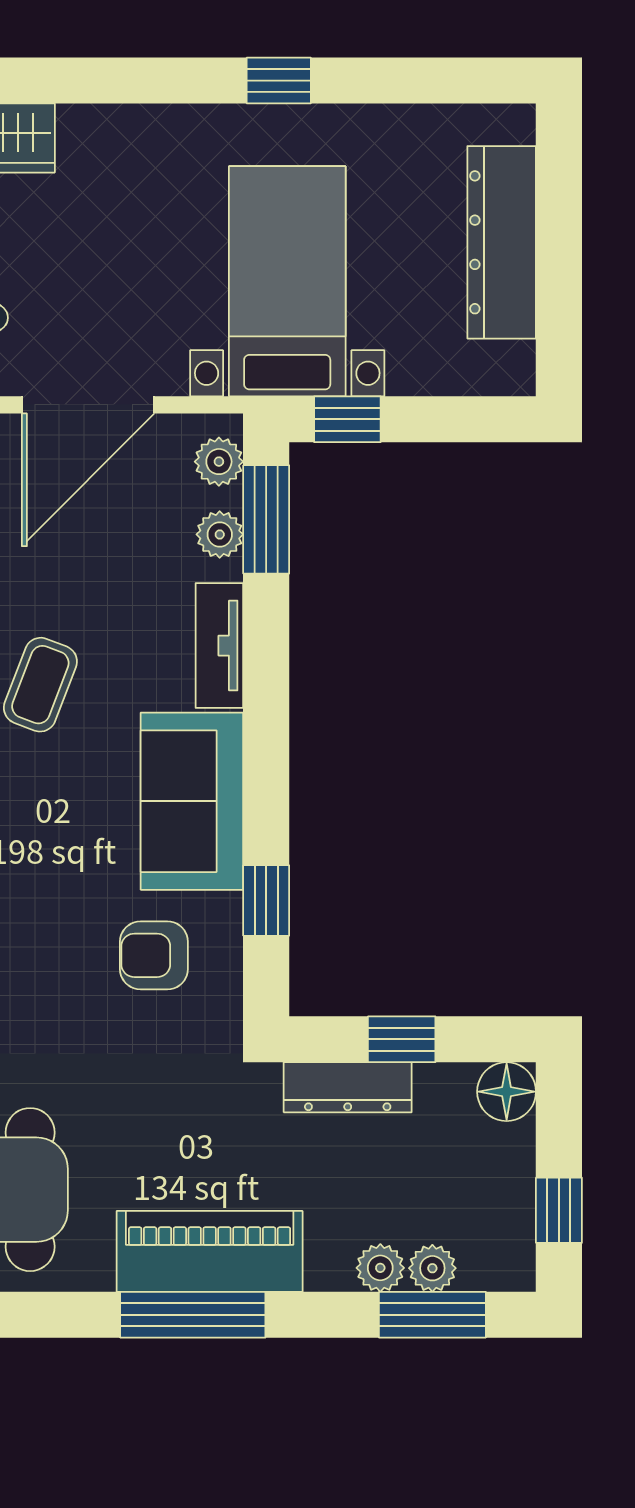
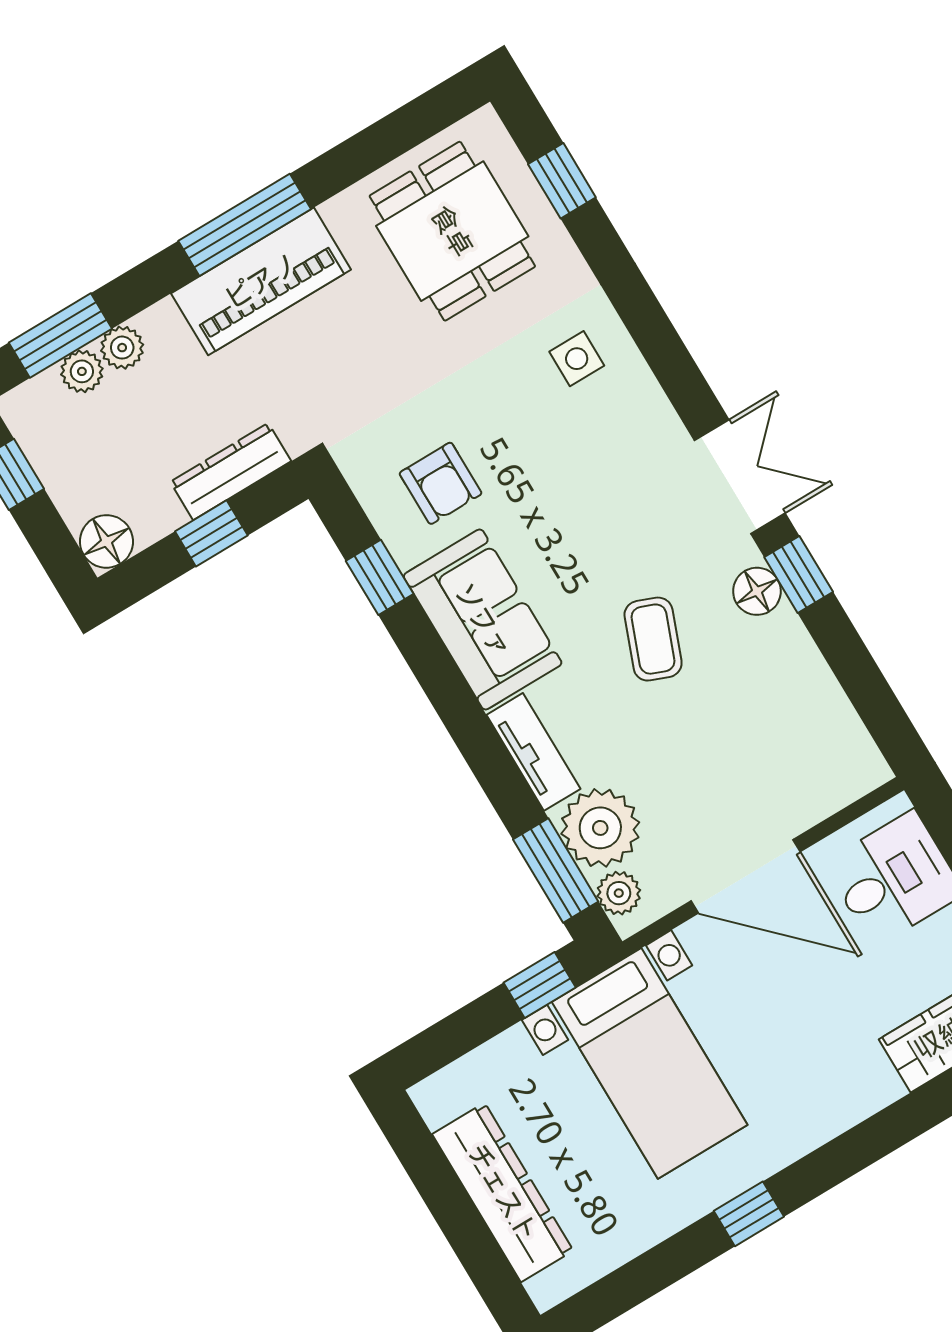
door: (88, 405) -> (746, 876), swing flipped
plant: (220, 534) -> (600, 828), width x1.87, depth x1.87
armchair: (154, 955) -> (441, 483), turned 90

